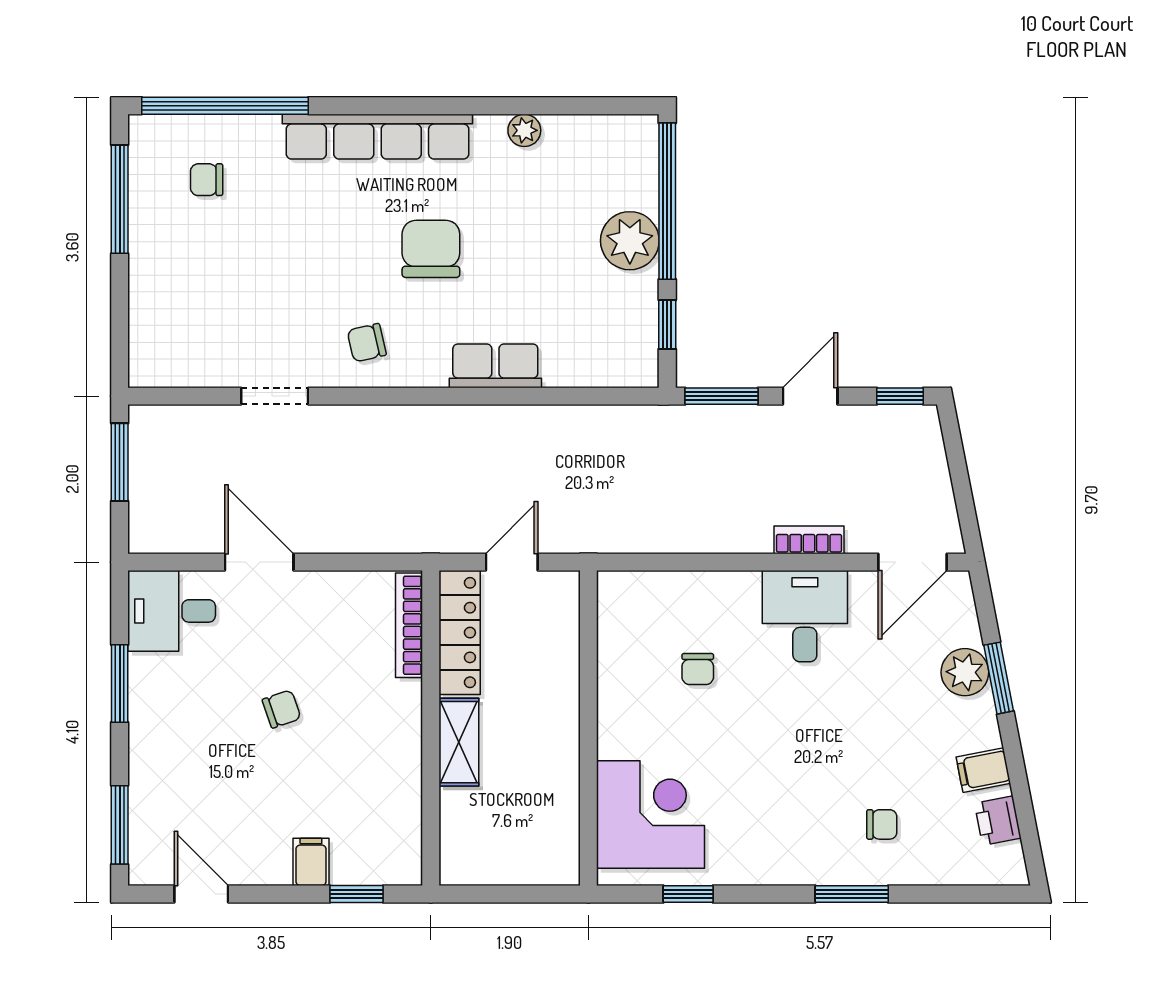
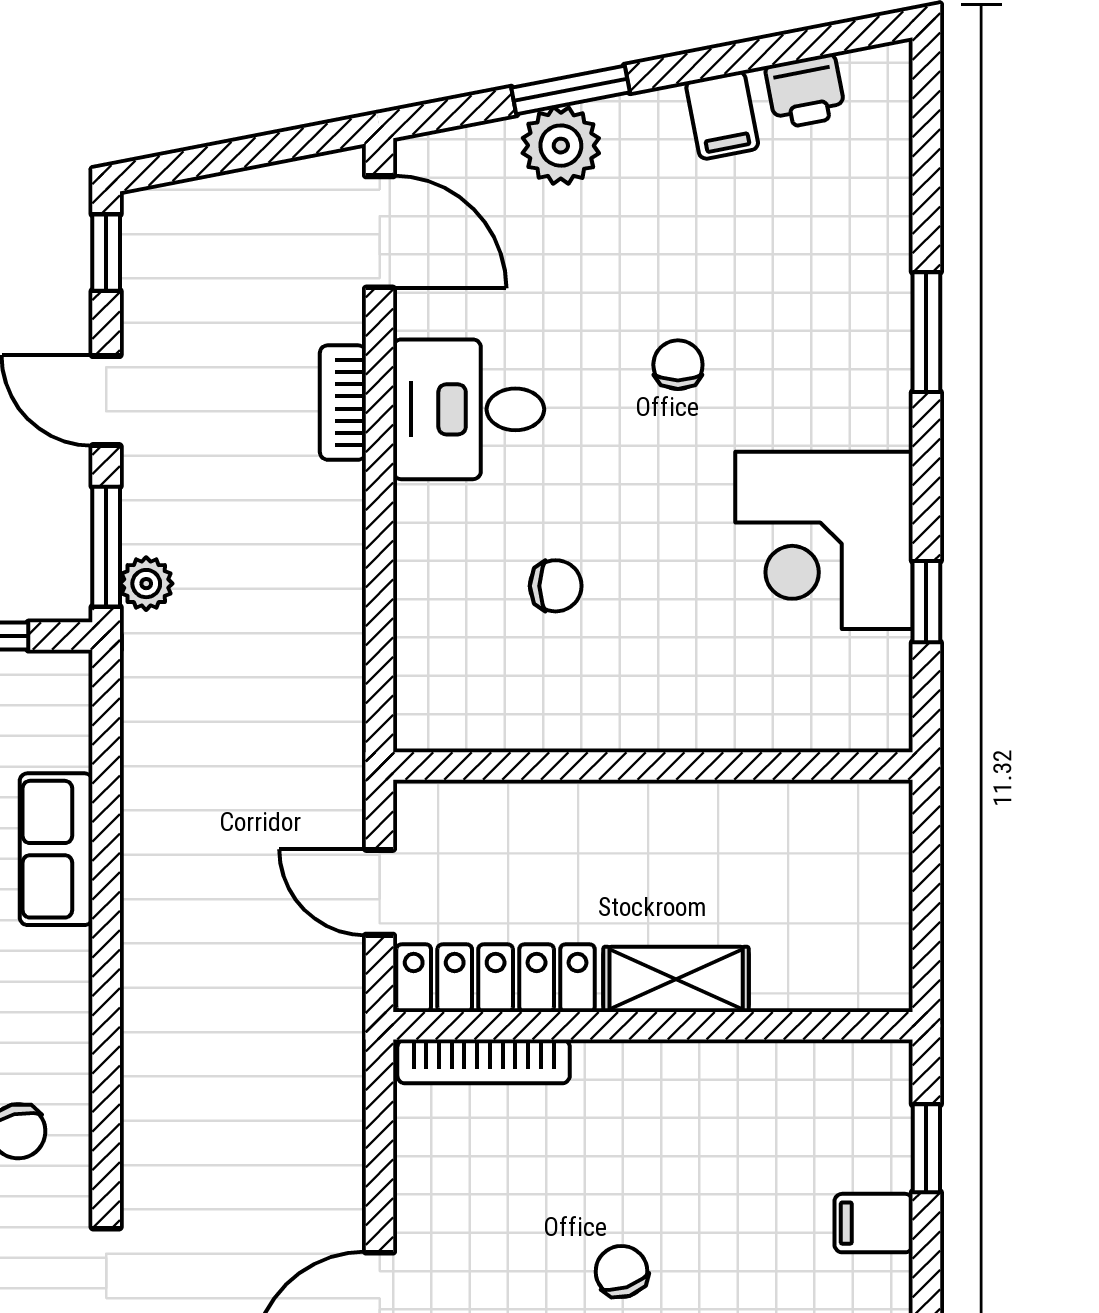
row of seats: (495, 366) -> (56, 849), moved
plant: (699, 421) -> (146, 584), added
corner desk: (651, 815) -> (824, 540), moved, turned -90
chair: (882, 824) -> (678, 365), moved

